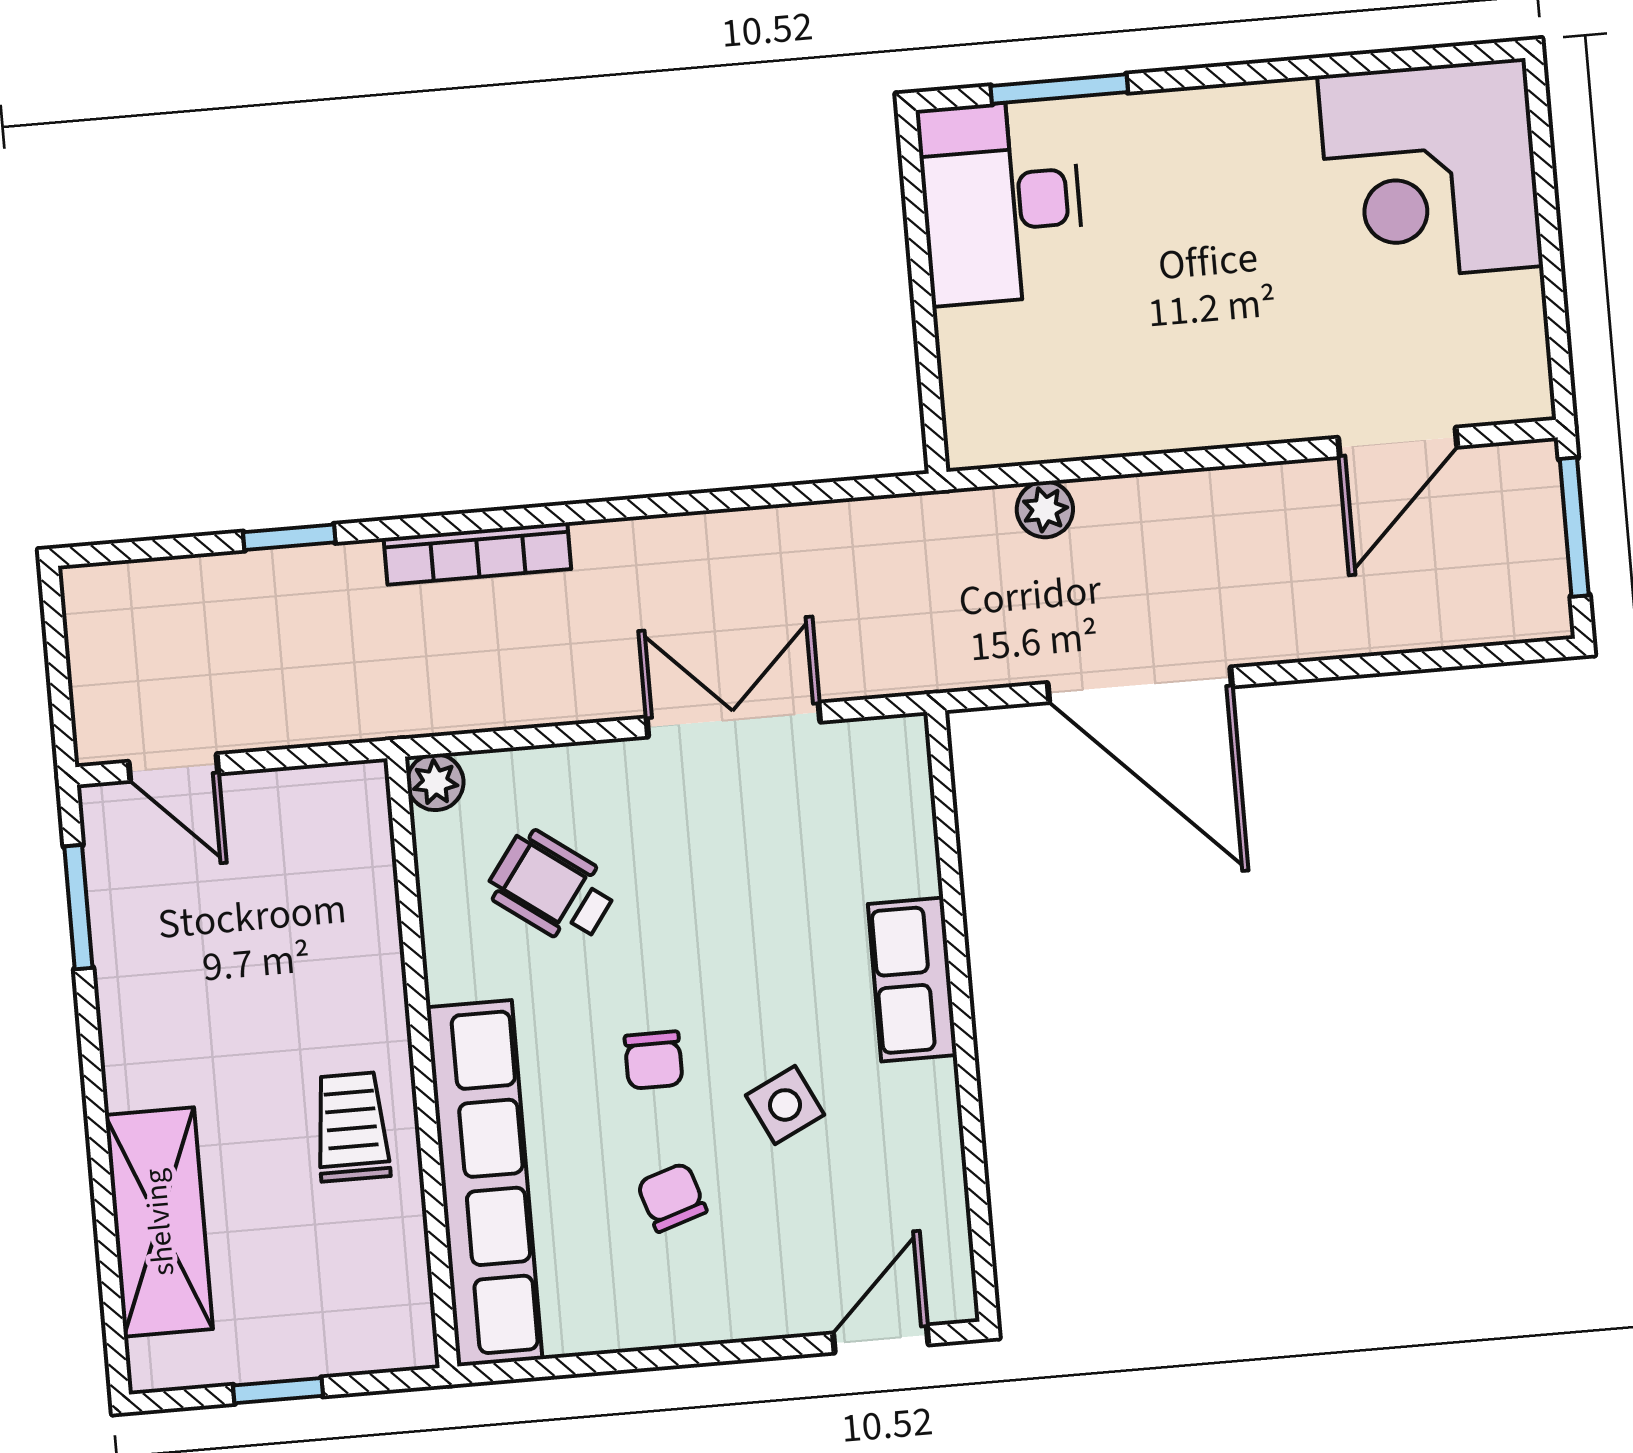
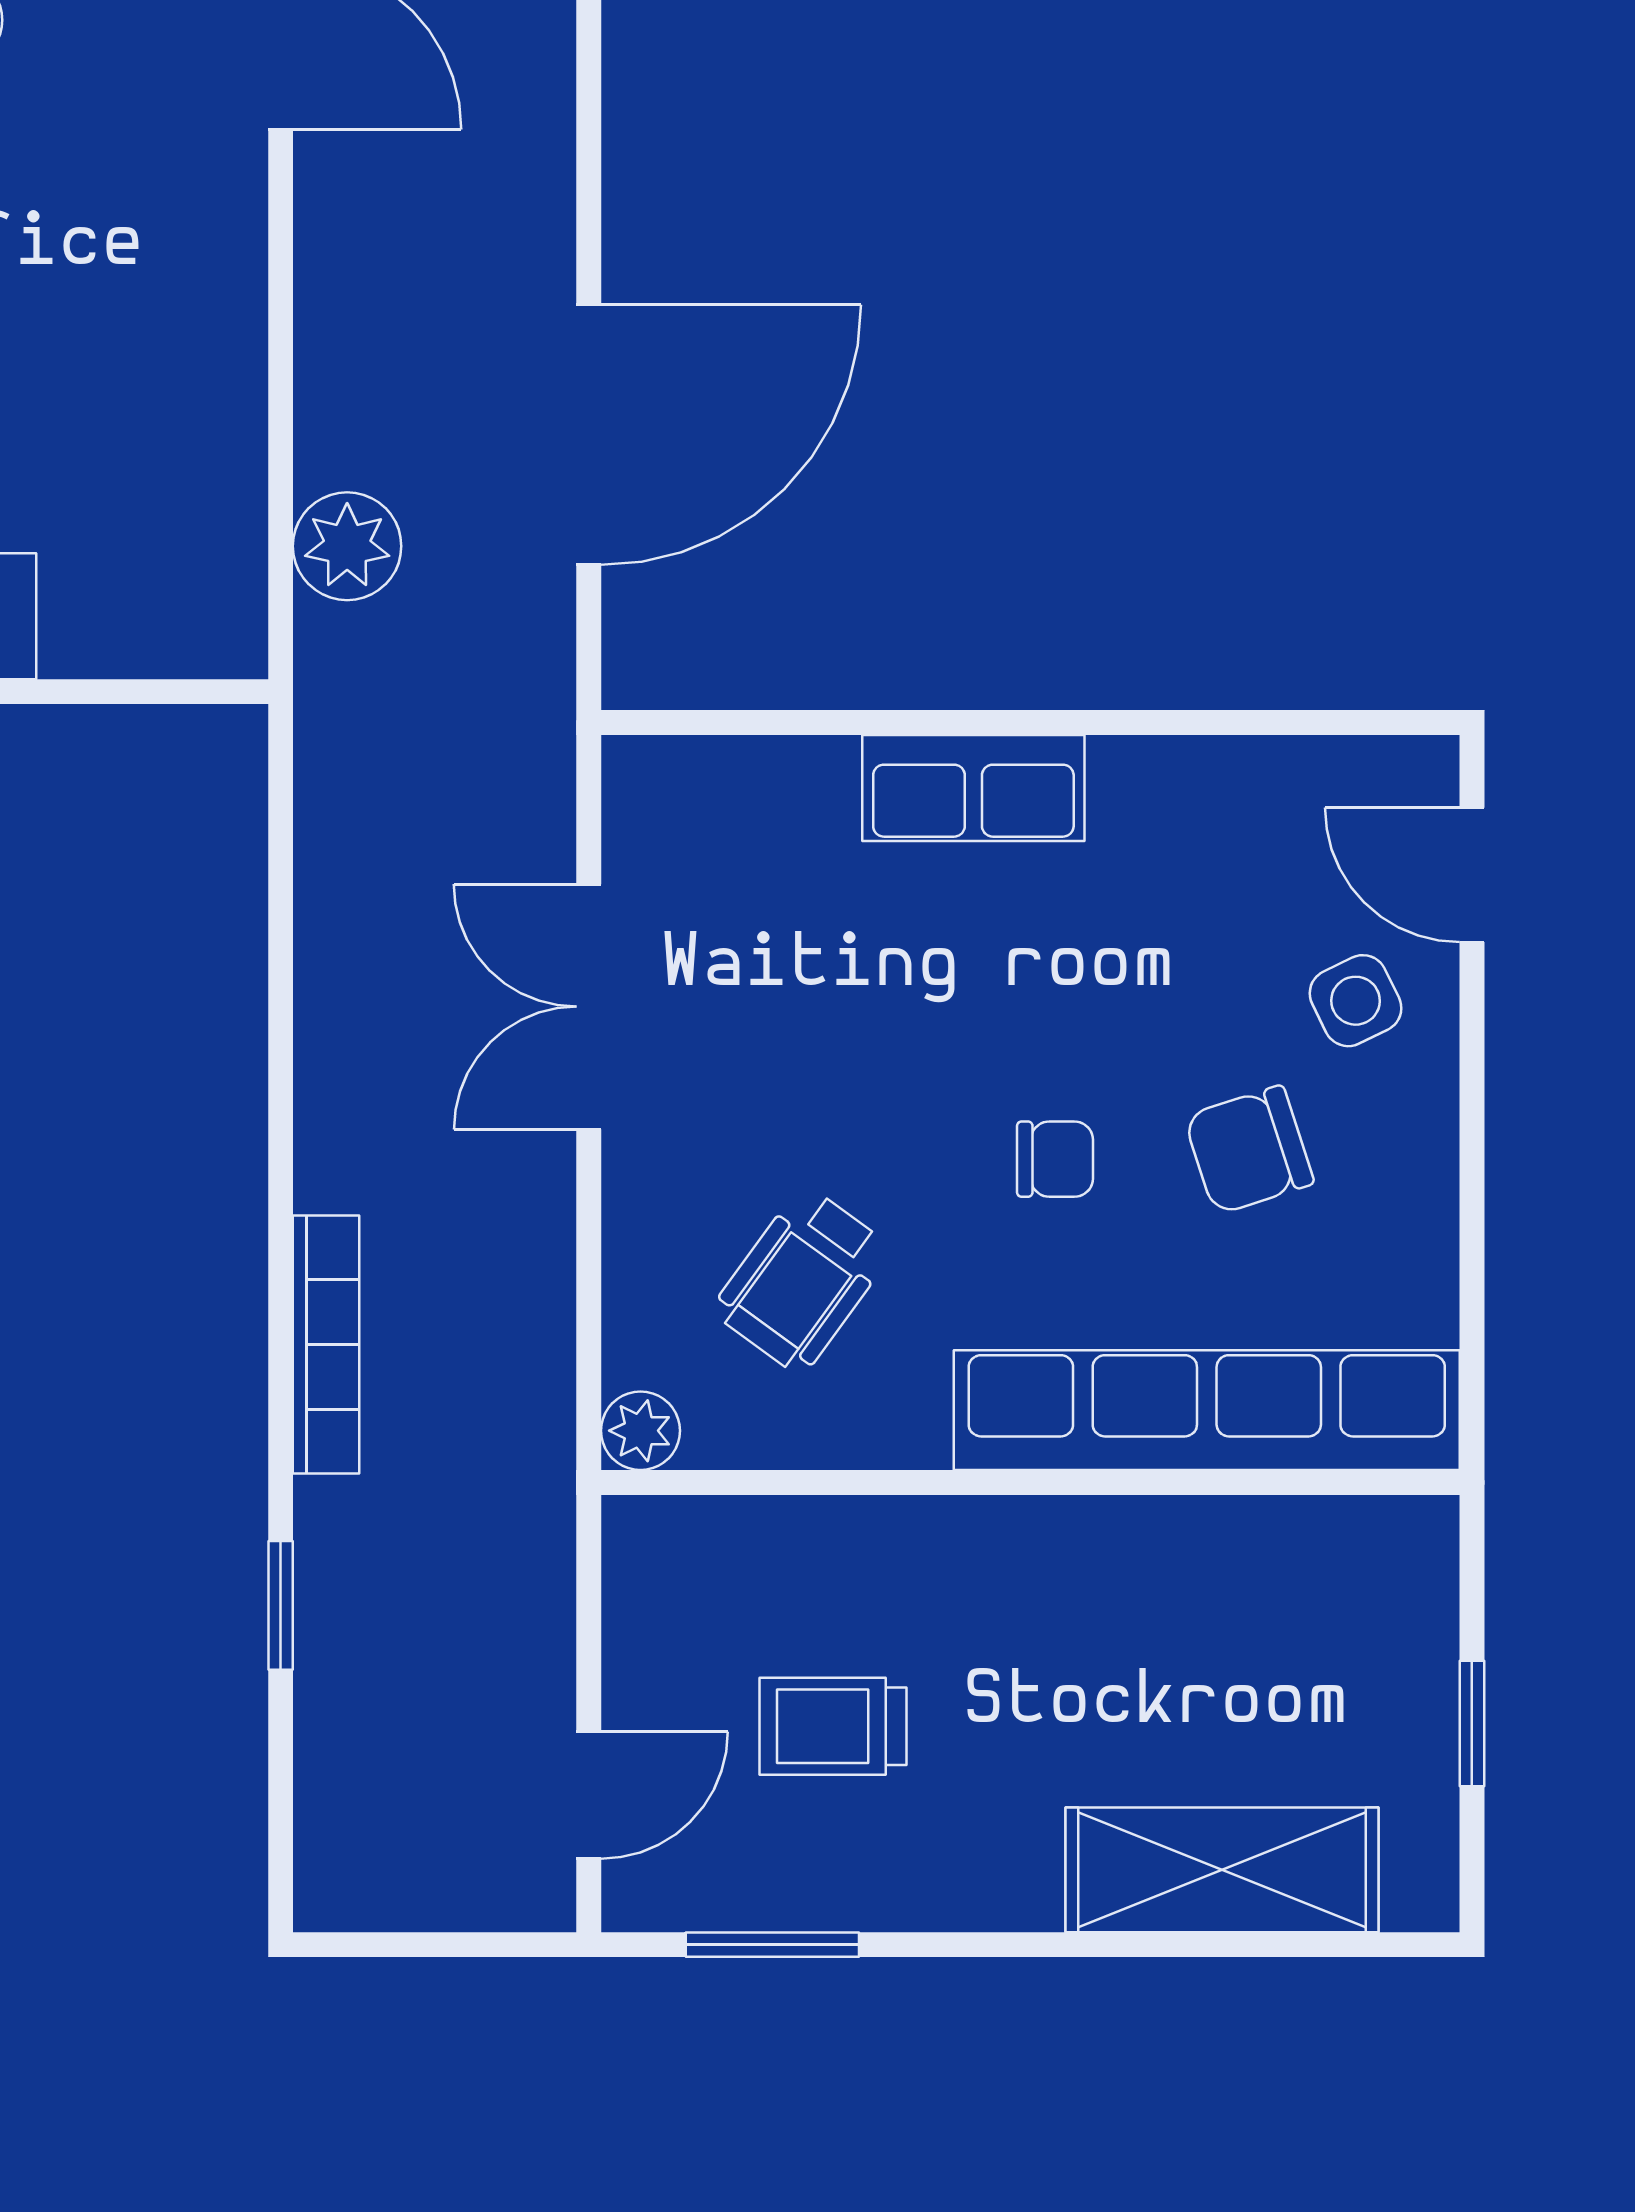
plant: (1045, 509) -> (347, 546), width x1.38, depth x1.38
side table: (785, 1105) -> (1356, 1001), moved
trolley: (352, 1127) -> (833, 1726), moved
chair: (672, 1197) -> (1249, 1150), width x1.37, depth x1.37

